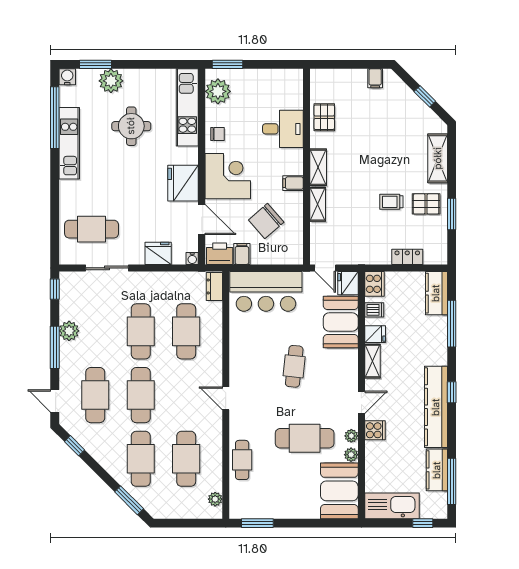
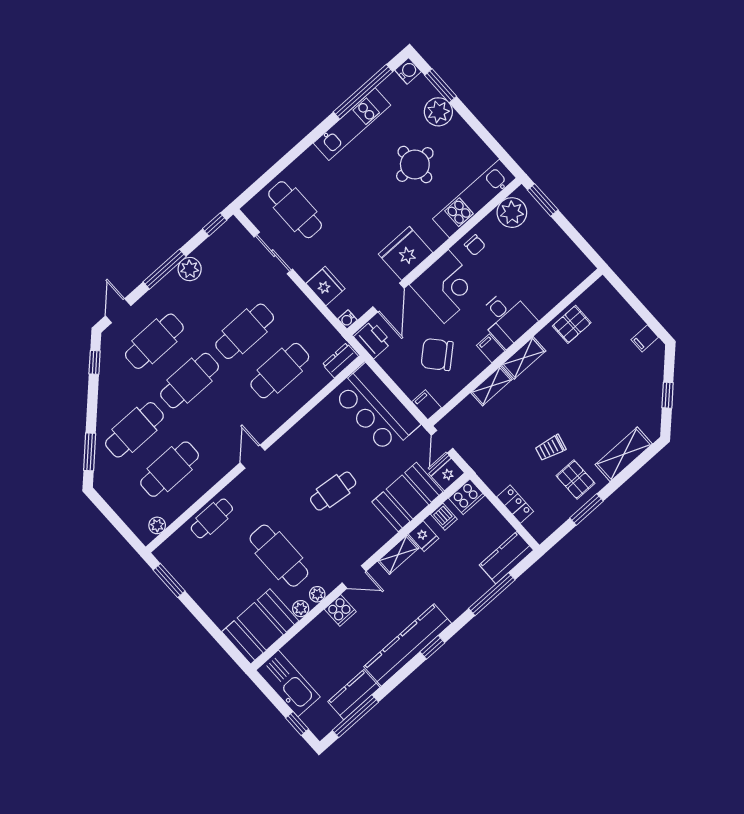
desk: (283, 129) -> (507, 318), moved
trolley: (391, 202) -> (550, 448), turned -76
filing cabinet: (242, 254) -> (427, 405), moved, turned -90

